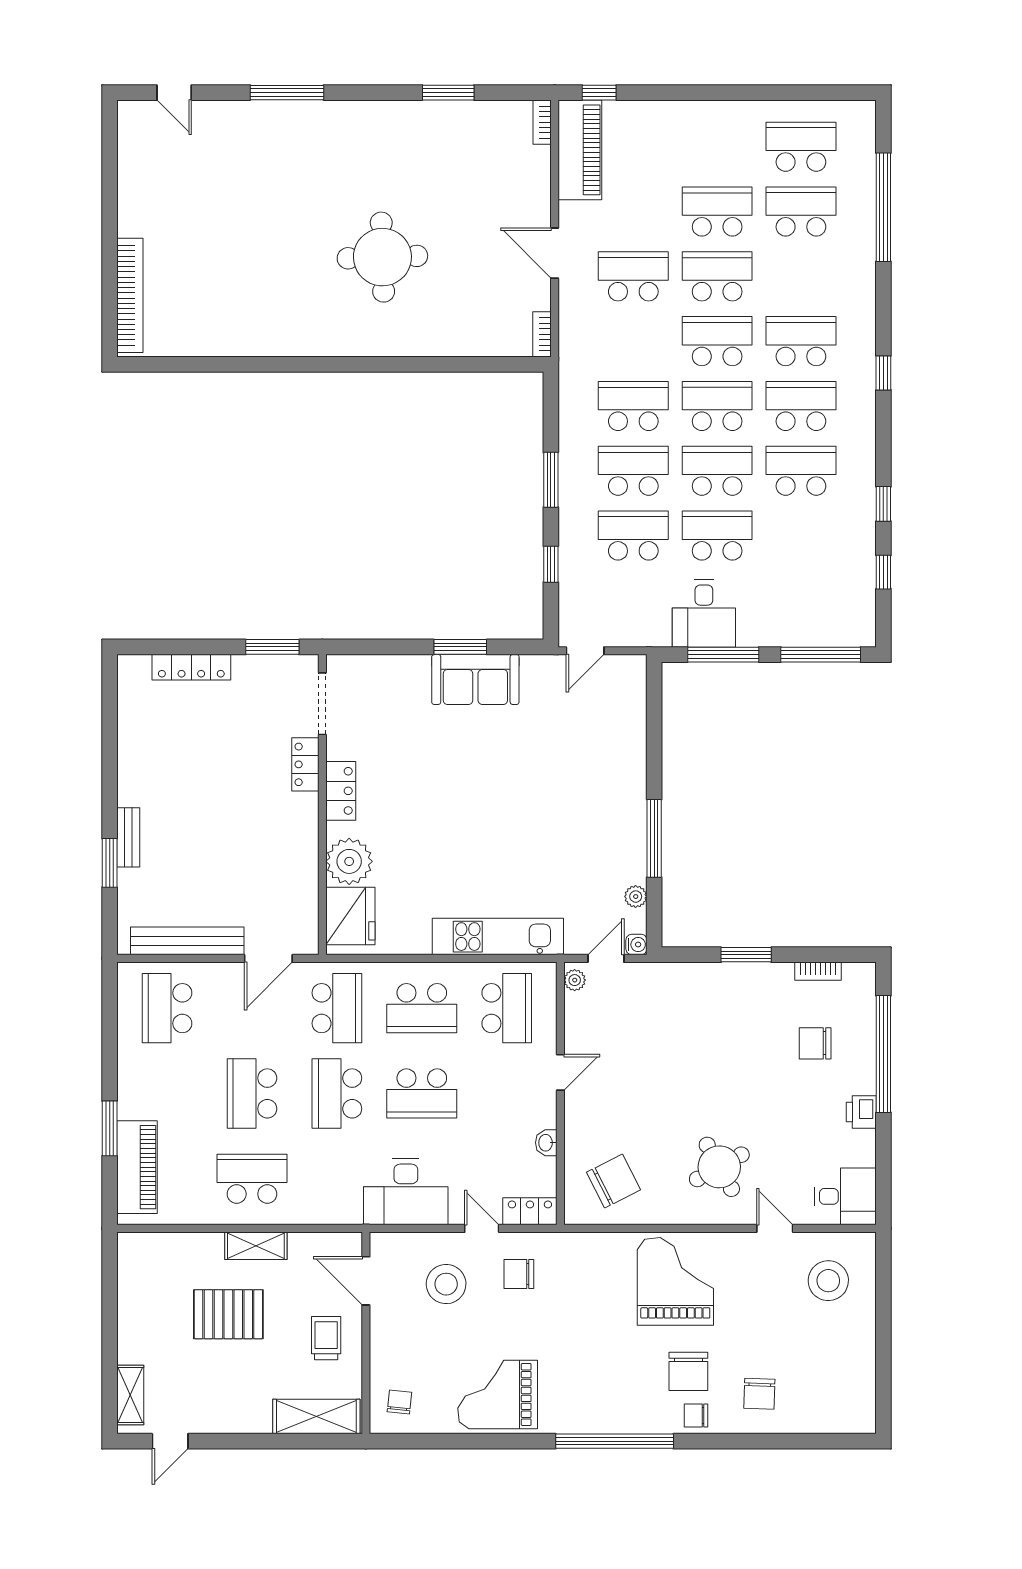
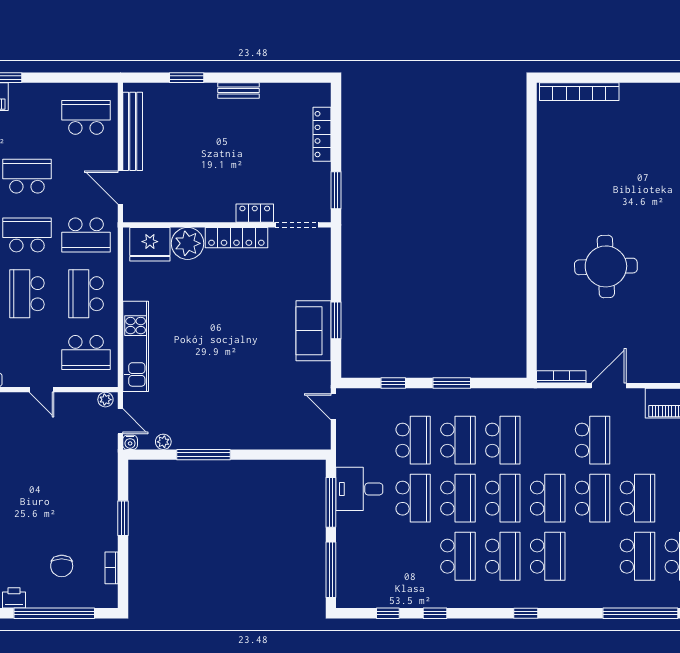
bookcase: (542, 334) -> (561, 377), width x1.56
locker: (341, 791) -> (236, 238), width x1.53
bench: (128, 837) -> (239, 90), moved
chair: (815, 1043) -> (62, 566), turned 180

